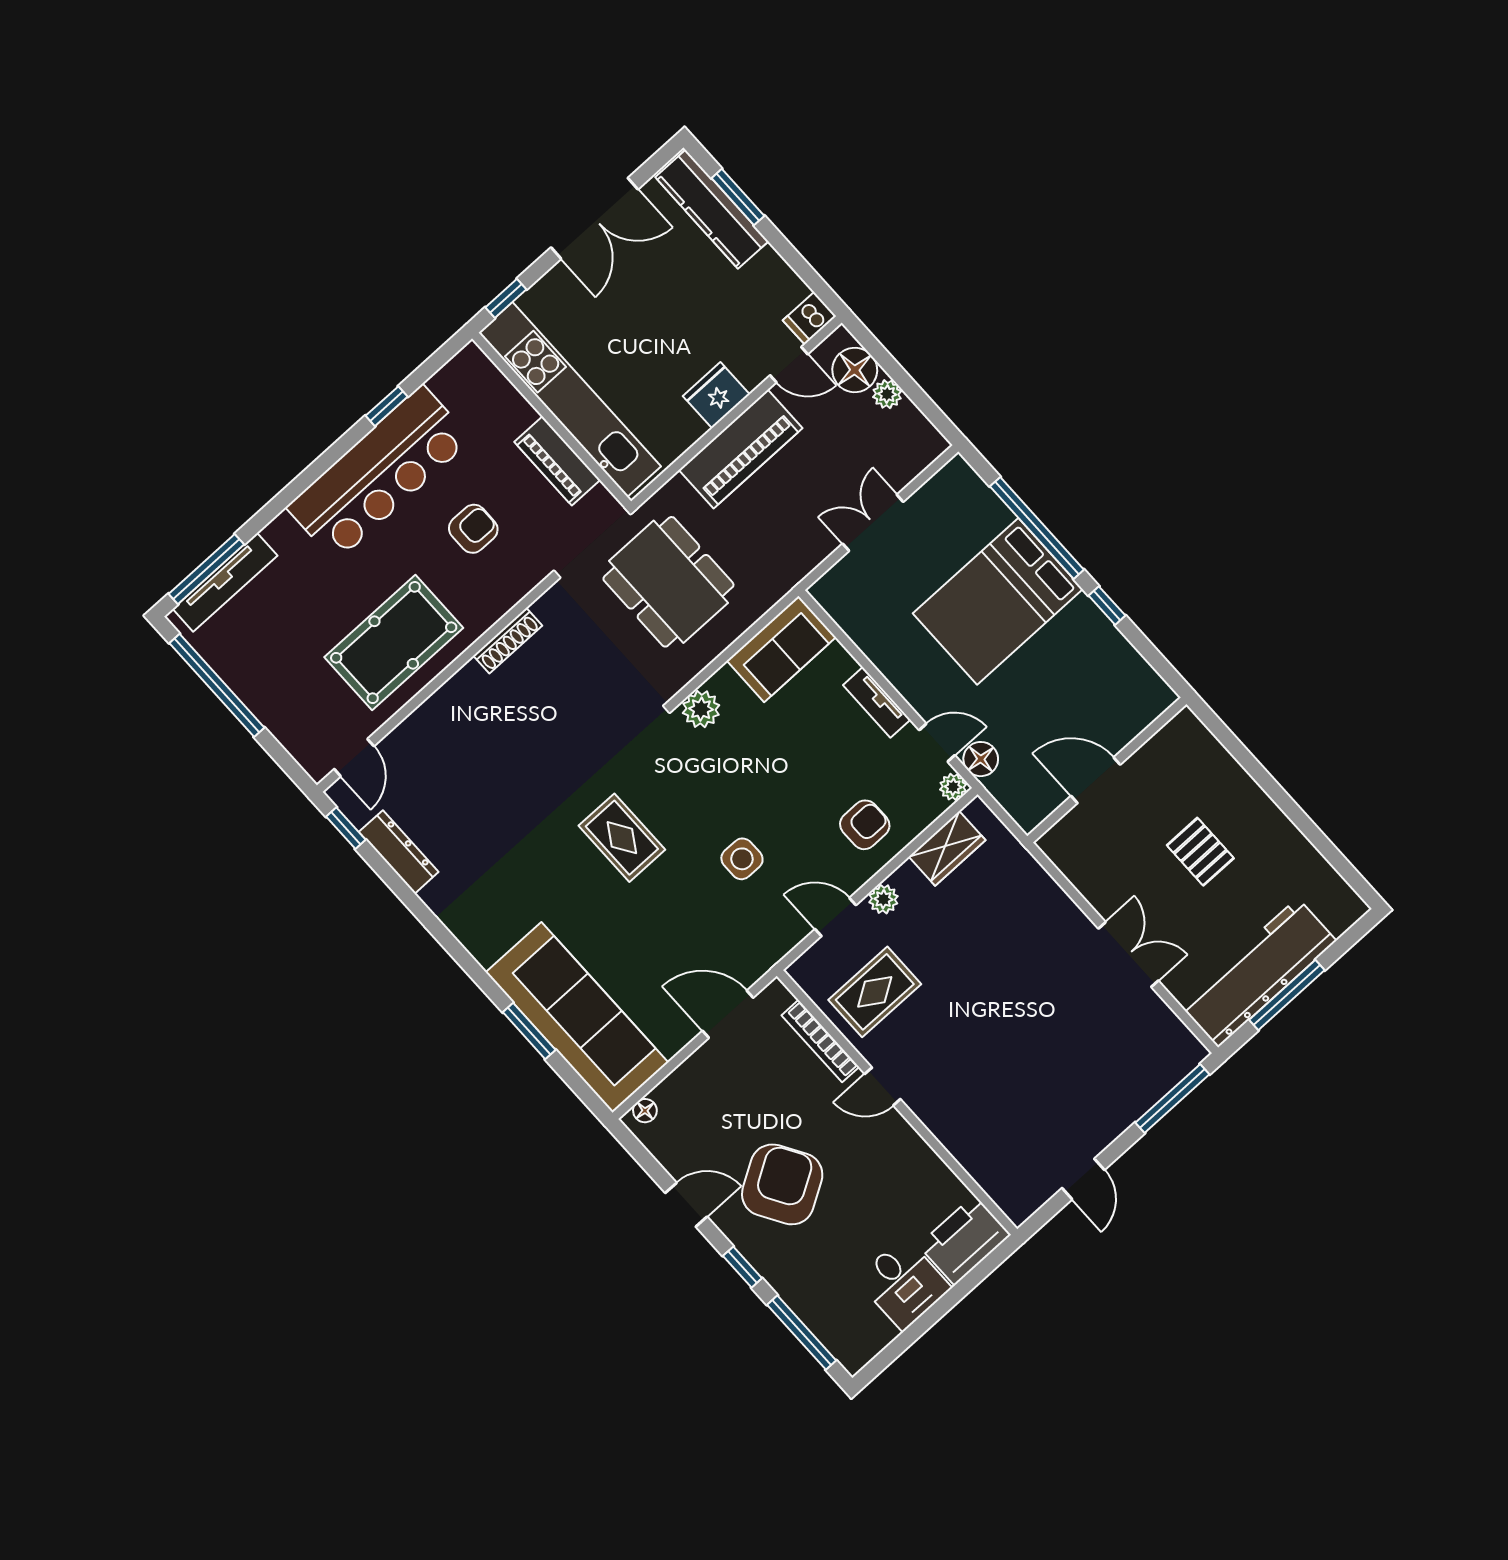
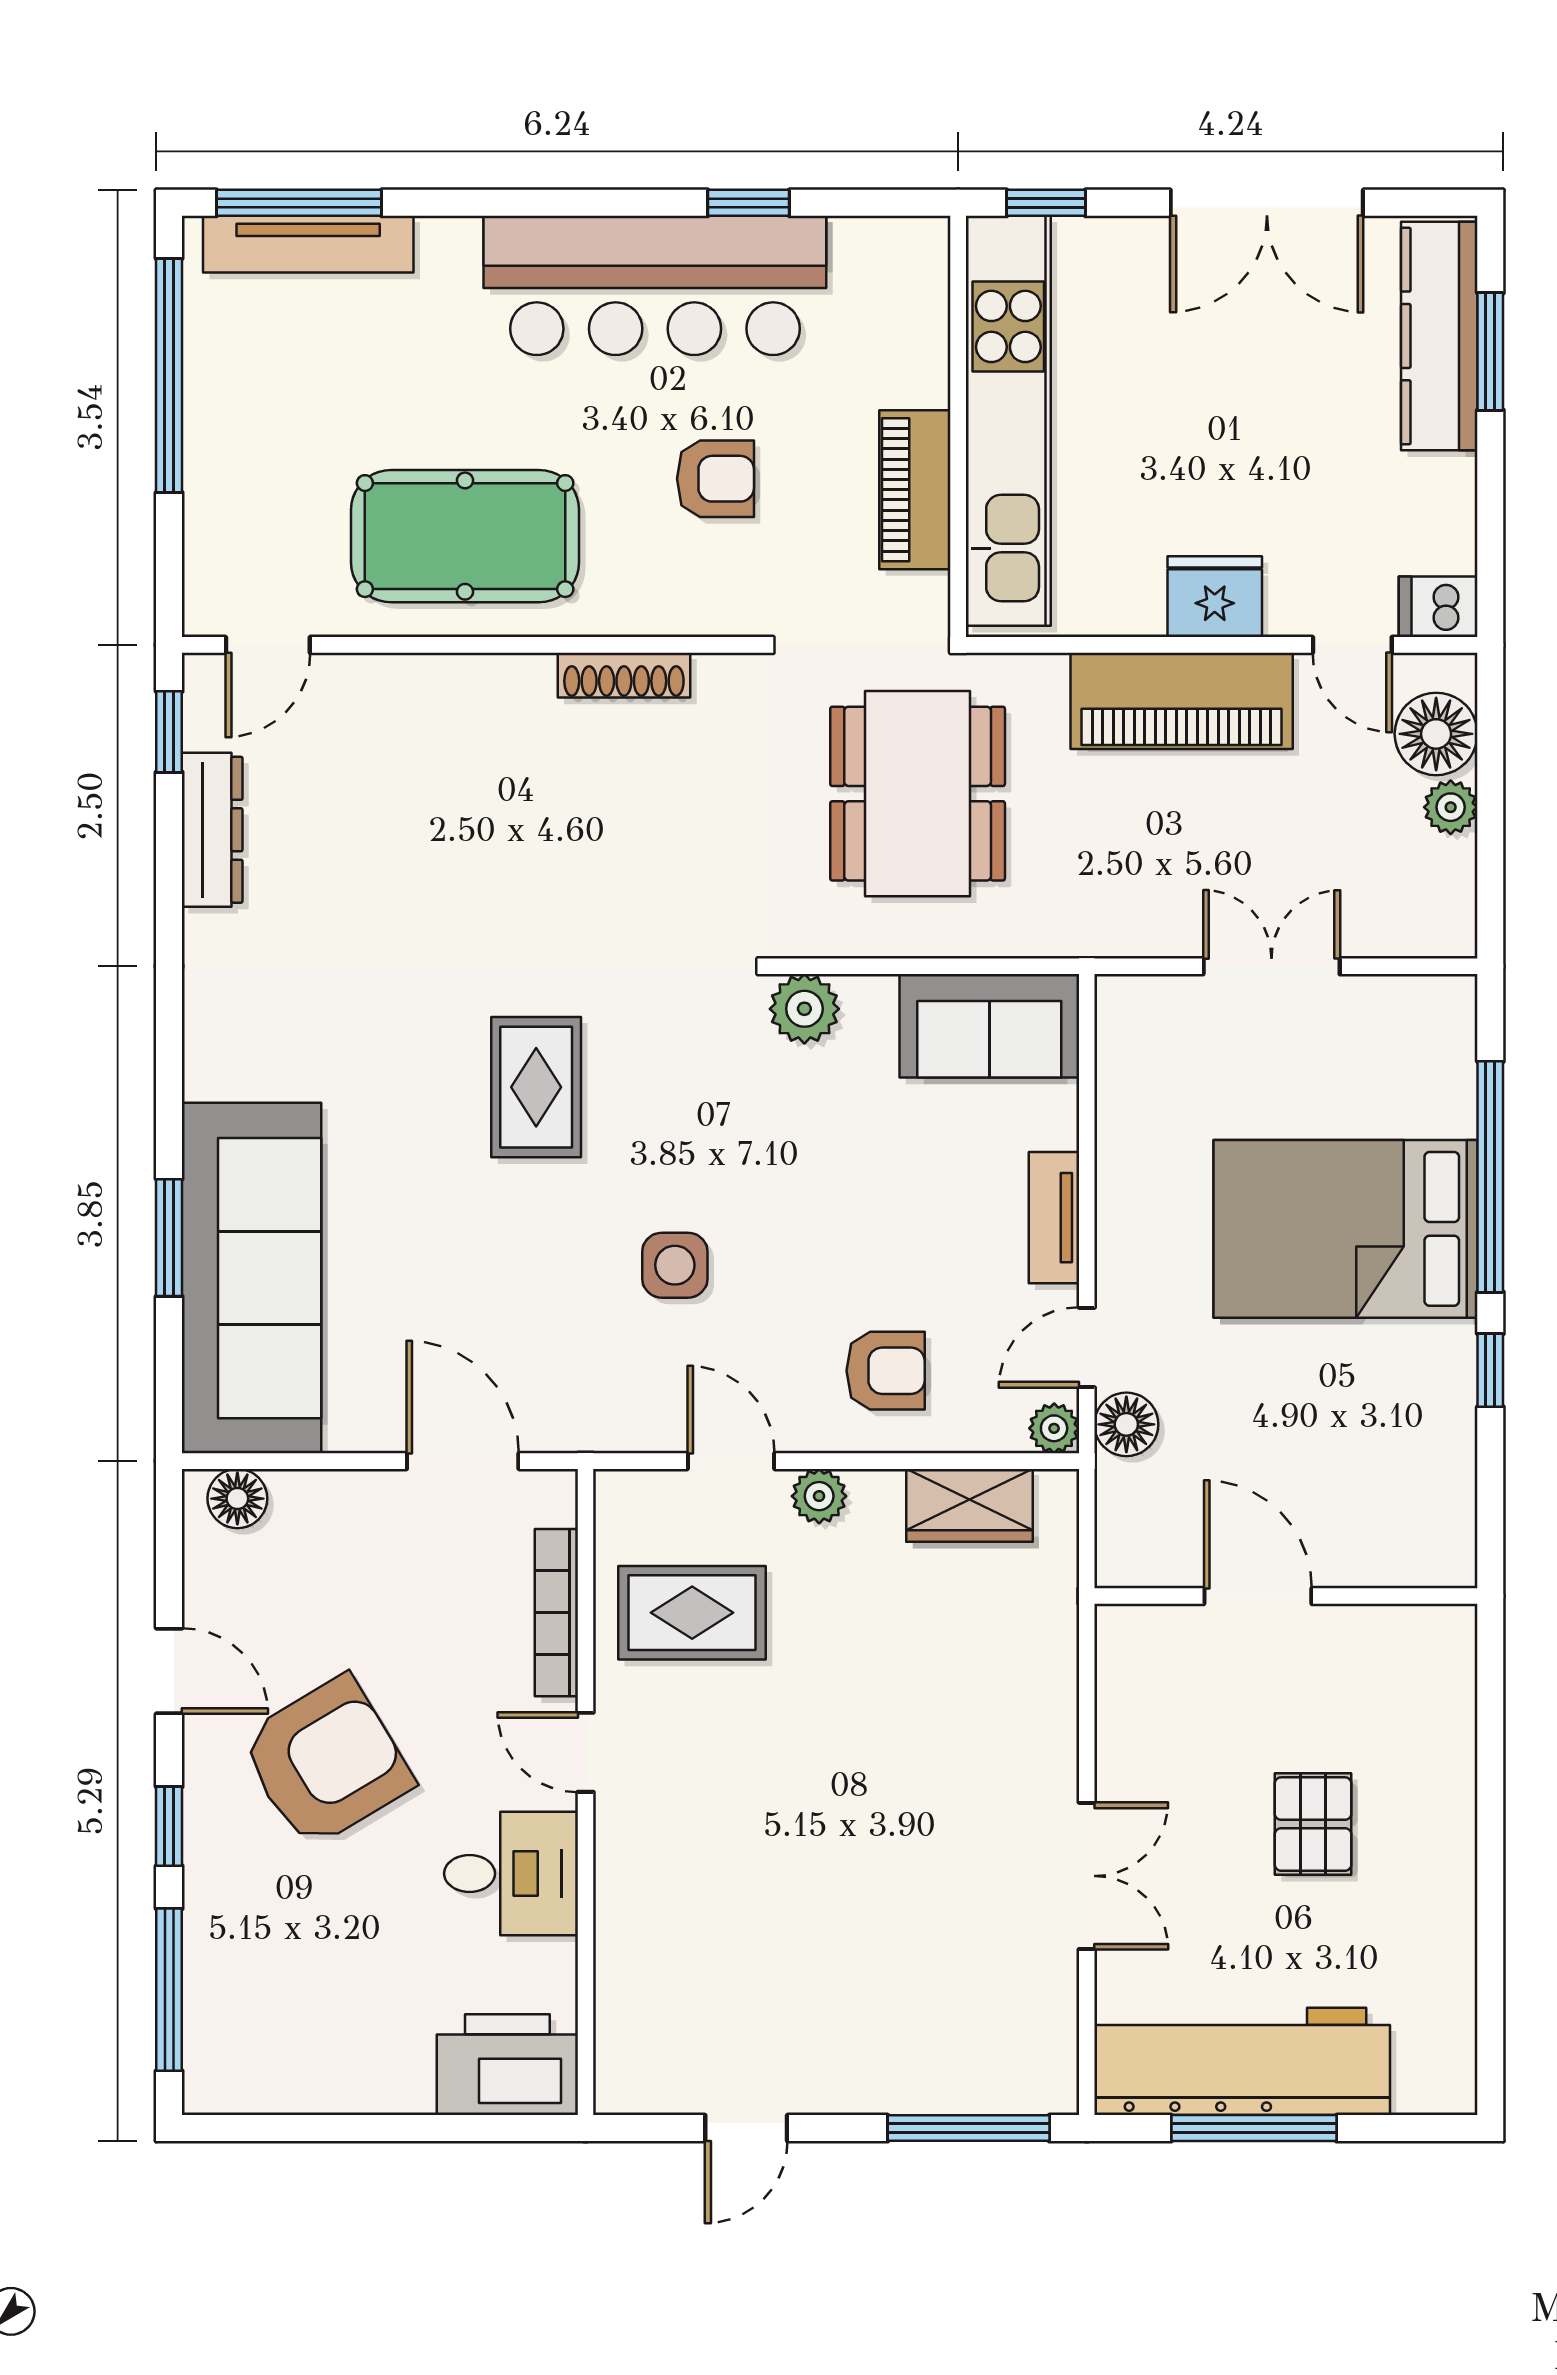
door: (937, 743) -> (1087, 1347), swing flipped
floor lamp: (645, 1111) -> (237, 1499), width x1.37, depth x1.37
desk: (903, 1283) -> (511, 1874), moved, turned -90

